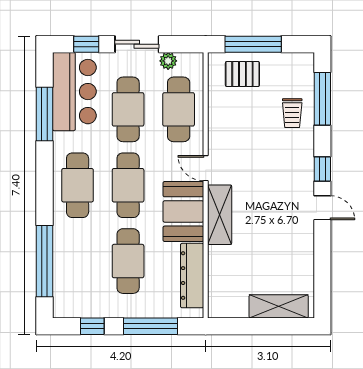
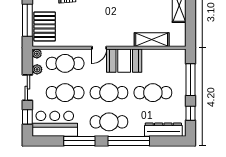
plant: (196, 60) -> (37, 54), added
pallet: (242, 74) -> (45, 26), width x1.50, depth x1.42
window: (44, 114) -> (79, 141), moved
shelving: (220, 215) -> (152, 40), moved
window: (44, 261) -> (129, 141), moved
dresser: (192, 276) -> (163, 130), moved, turned 180

